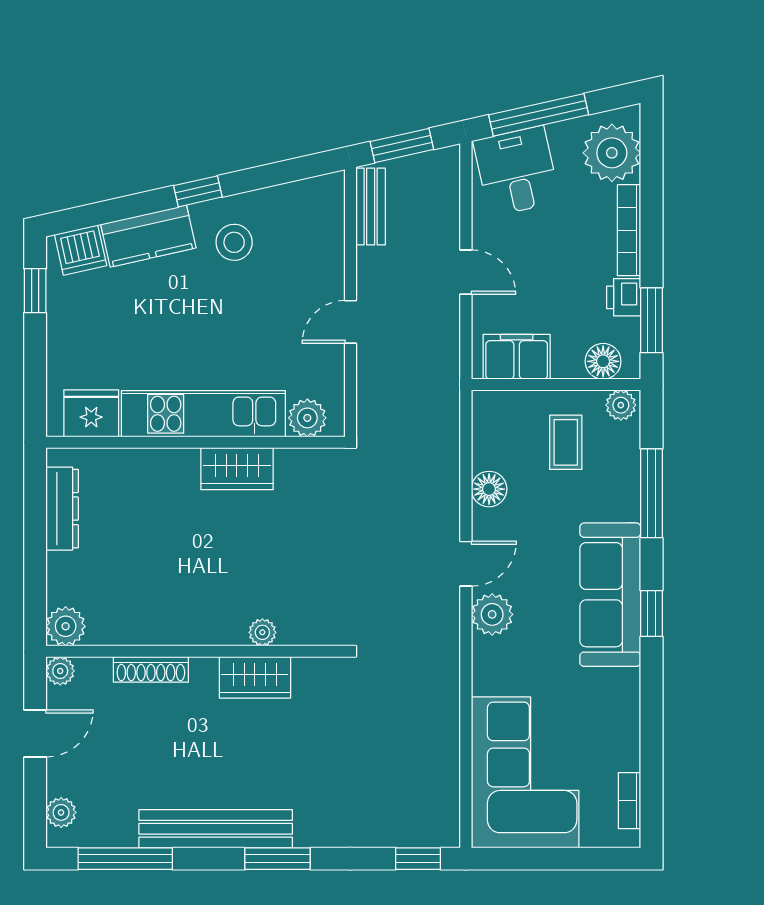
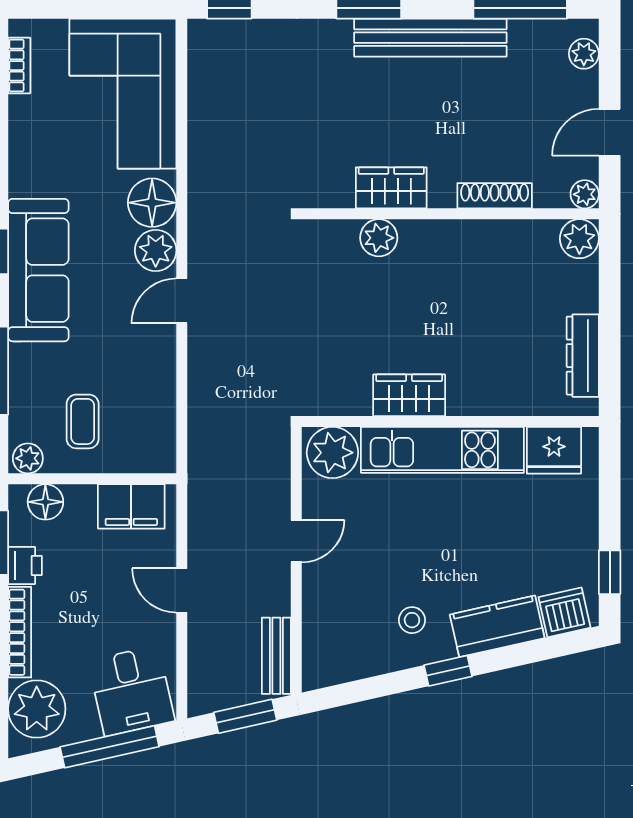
stool: (234, 242) -> (412, 620), width x0.73, depth x0.73
plant: (307, 418) -> (332, 453), width x1.36, depth x1.36
floor lamp: (489, 489) -> (152, 203), moved, width x1.38, depth x1.38
plant: (262, 632) -> (379, 238), width x1.38, depth x1.38

